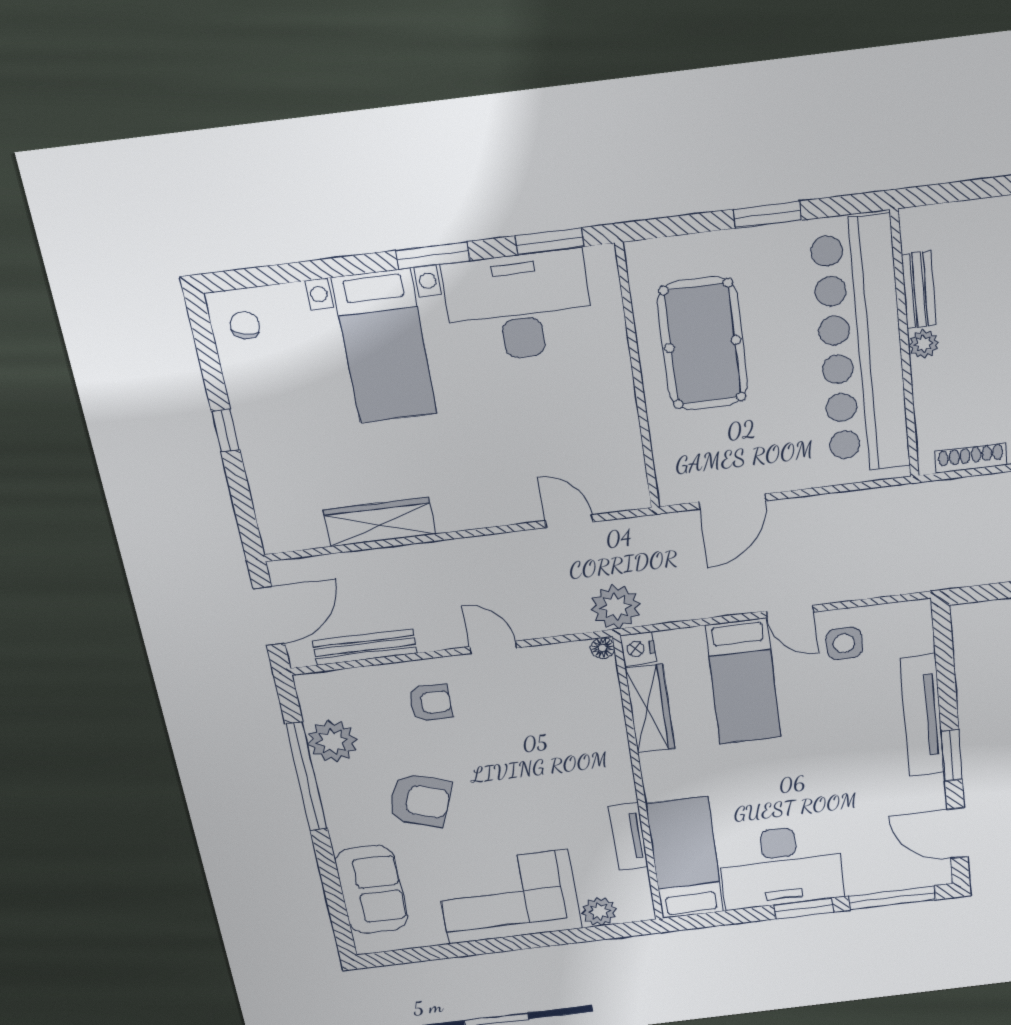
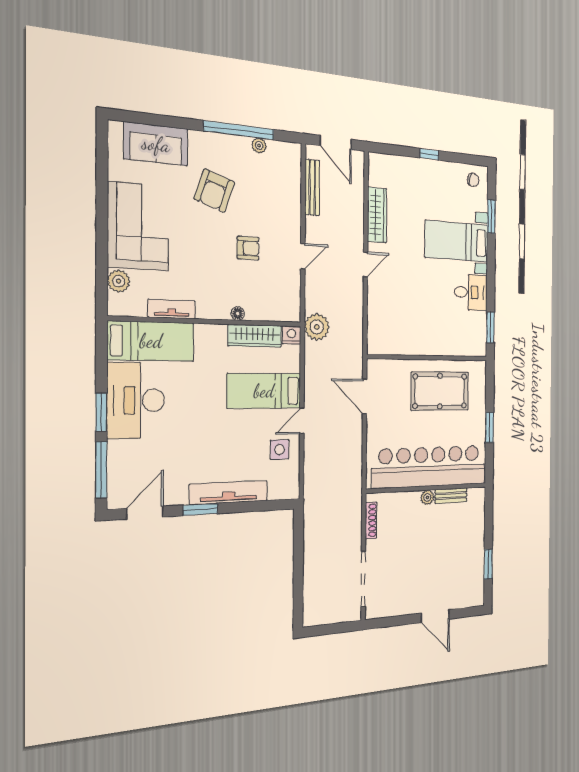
window: (433, 256) -> (491, 216), moved
desk: (519, 306) -> (471, 292), width x0.53, depth x0.77
door: (569, 521) -> (366, 264), moved
floor lamp: (603, 648) -> (238, 314), moved
armchair: (430, 703) -> (248, 248), moved, turned -90
plant: (332, 741) -> (259, 146), width x0.53, depth x0.53

